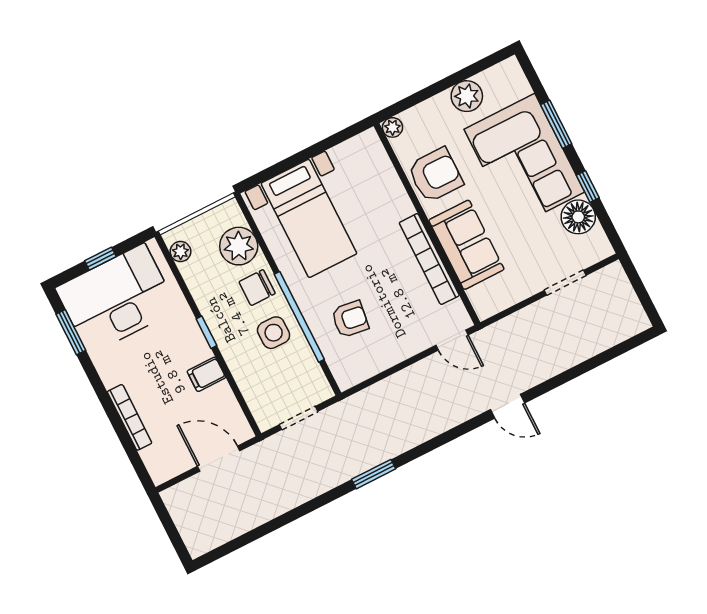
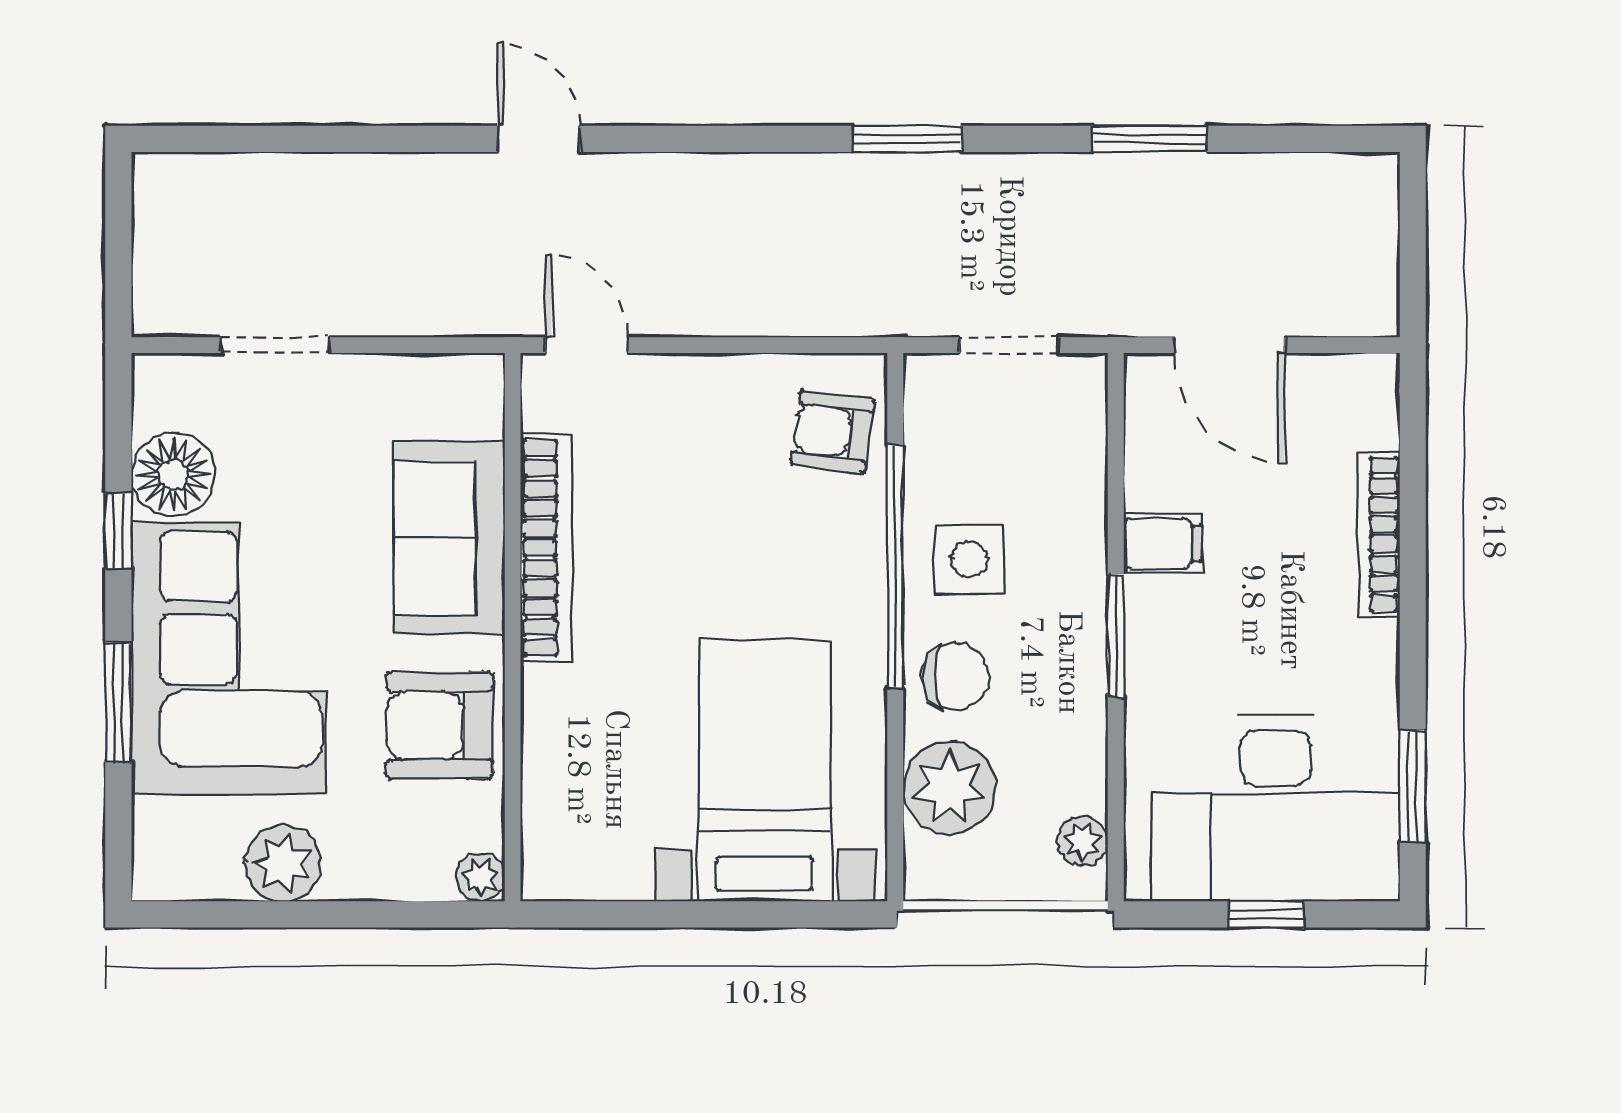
armchair: (350, 319) -> (833, 432), moved
window: (206, 332) -> (1116, 635), width x1.50
window: (286, 519) -> (1150, 139), added

